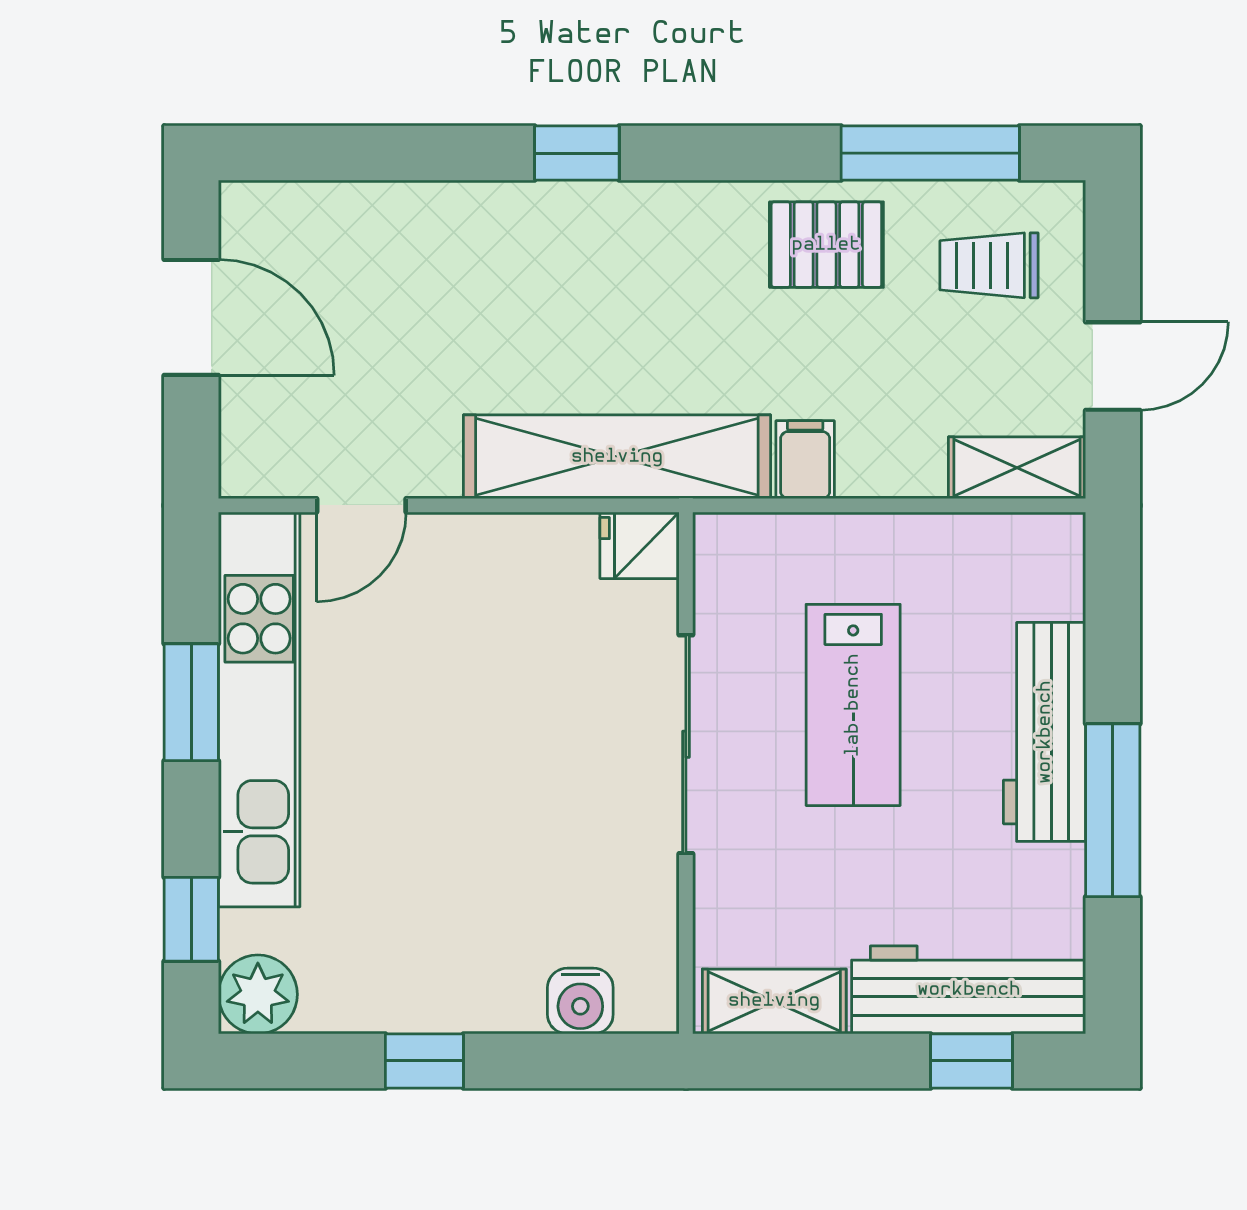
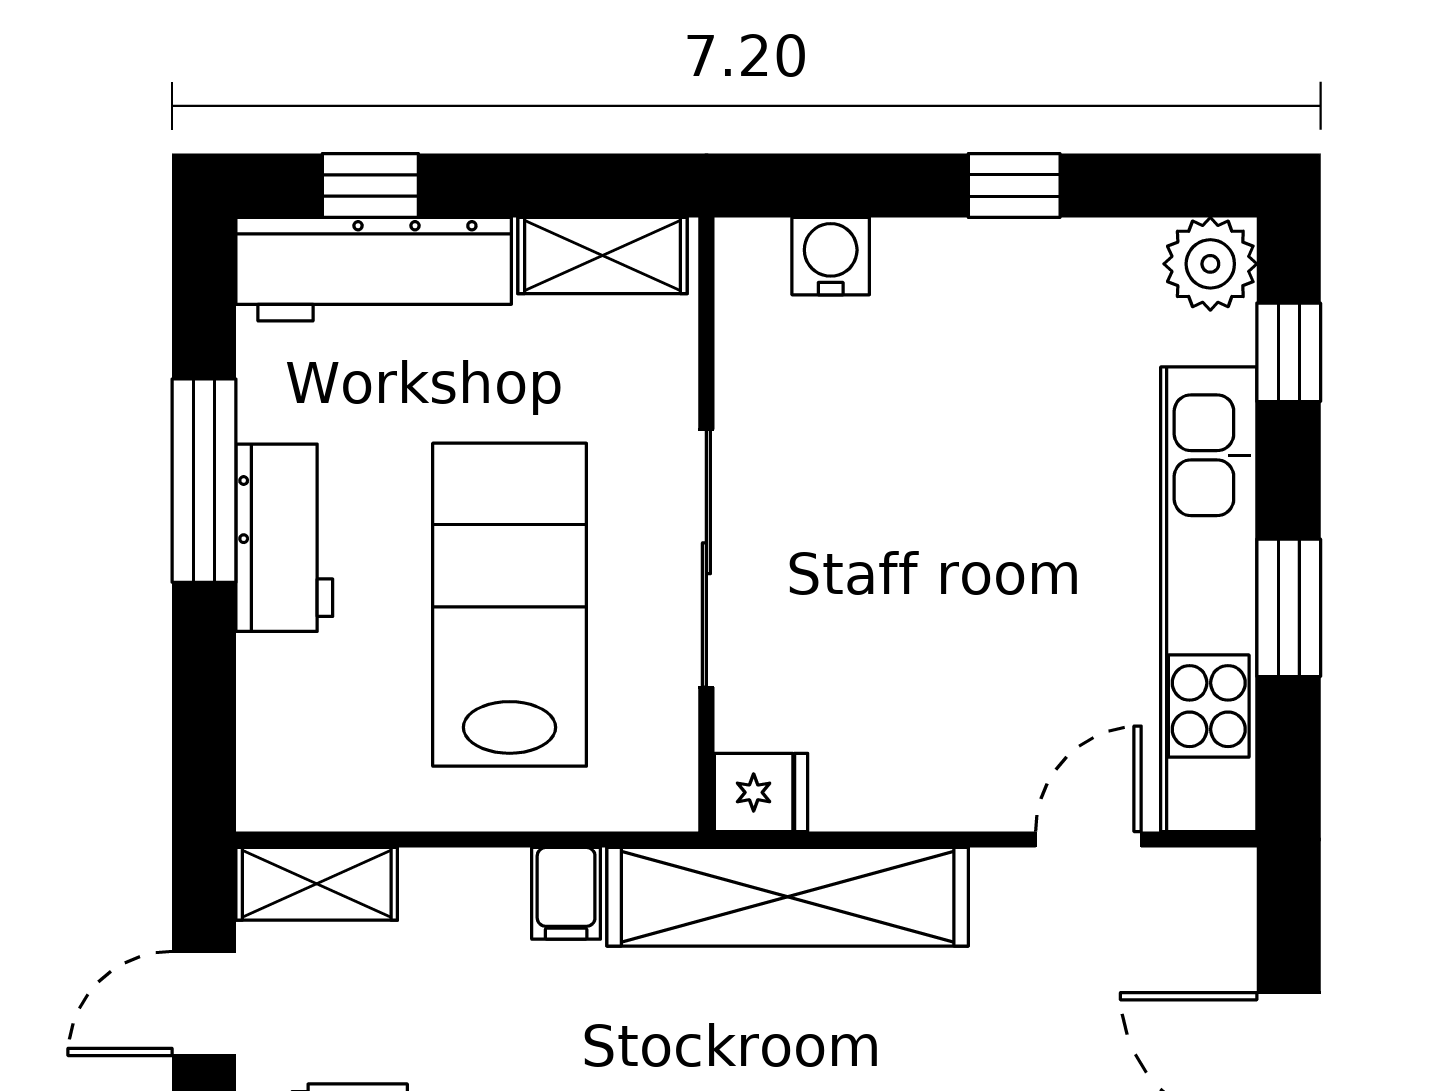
lab bench: (853, 705) -> (510, 605), width x1.36, depth x1.39
workbench: (1045, 732) -> (284, 538), width x0.73

